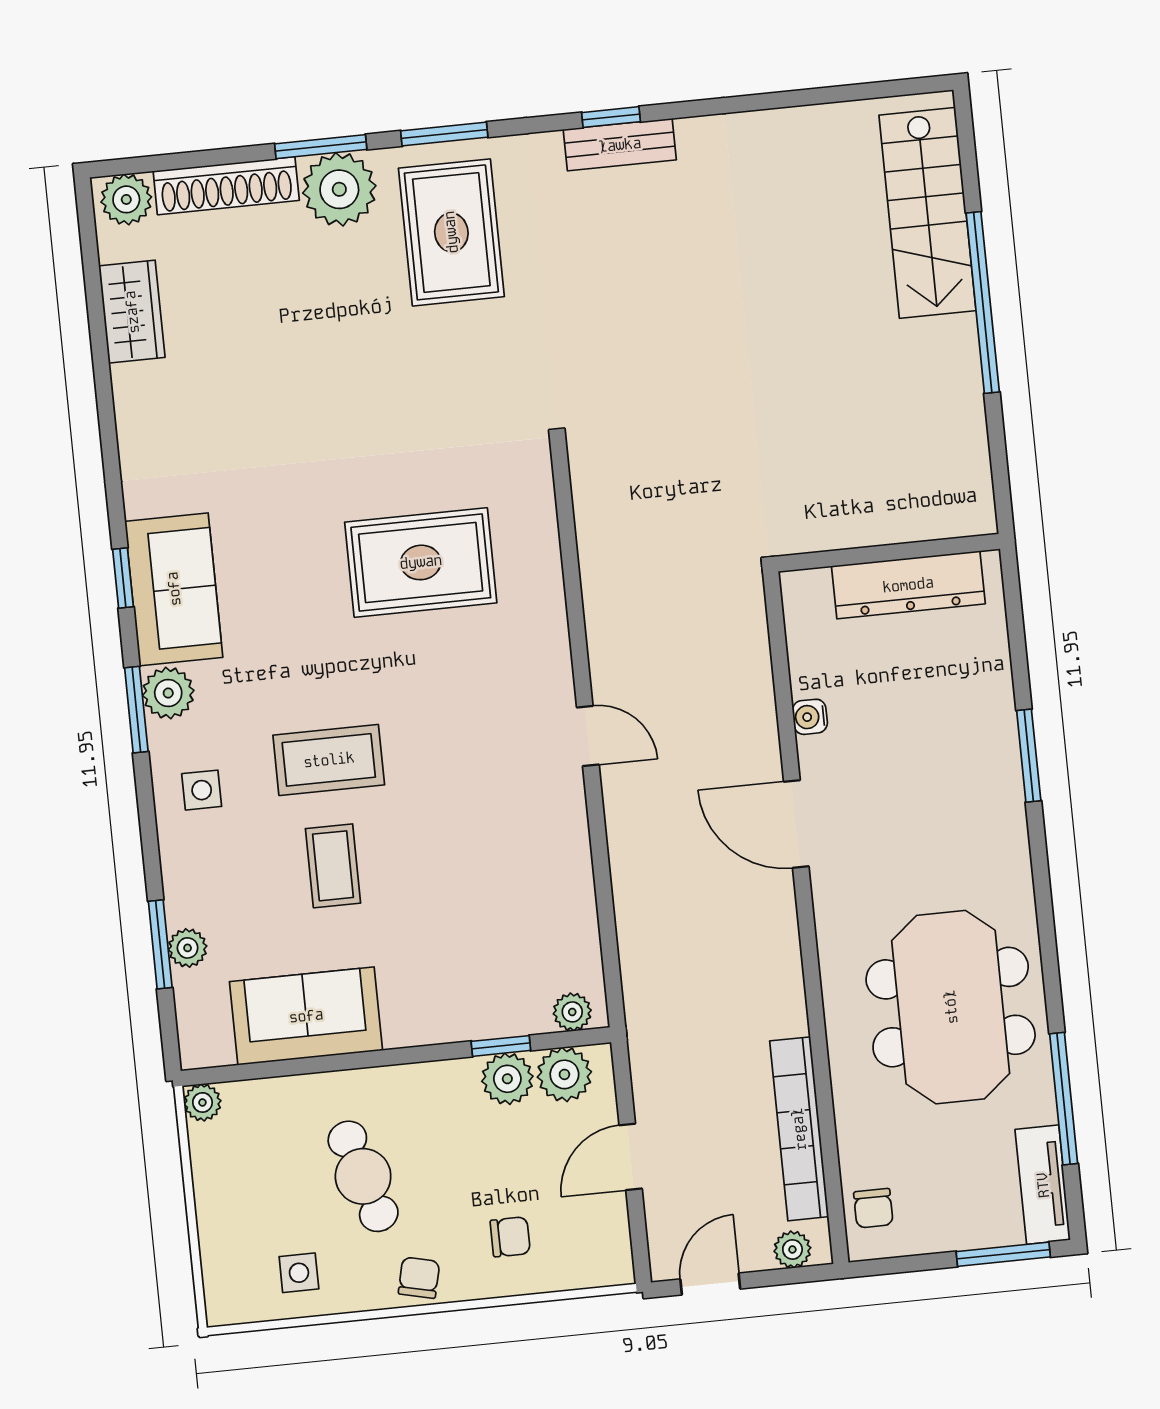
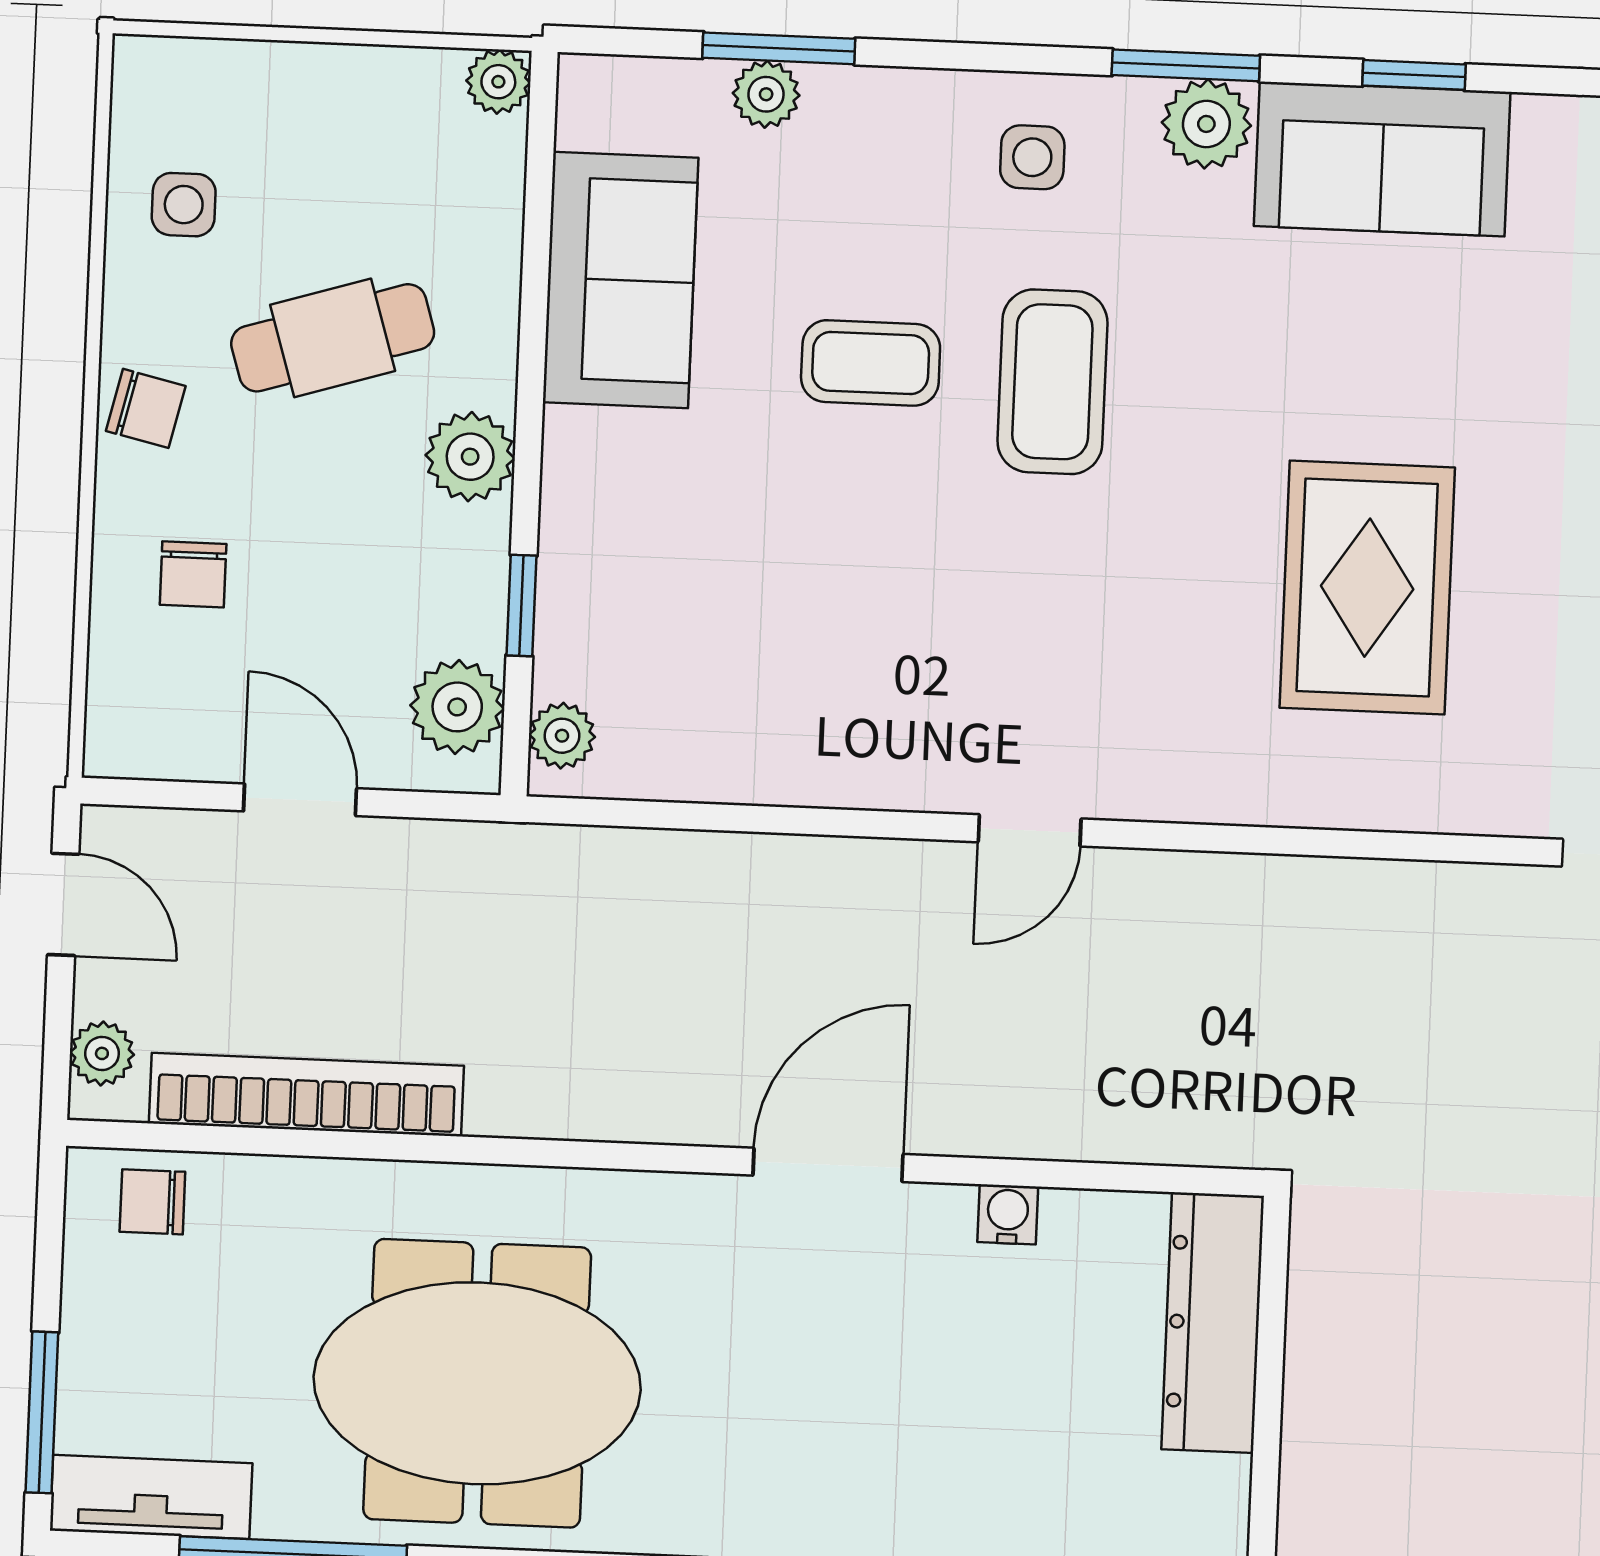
dresser: (908, 585) -> (1213, 1323), moved
plant: (507, 1079) -> (470, 457), moved

